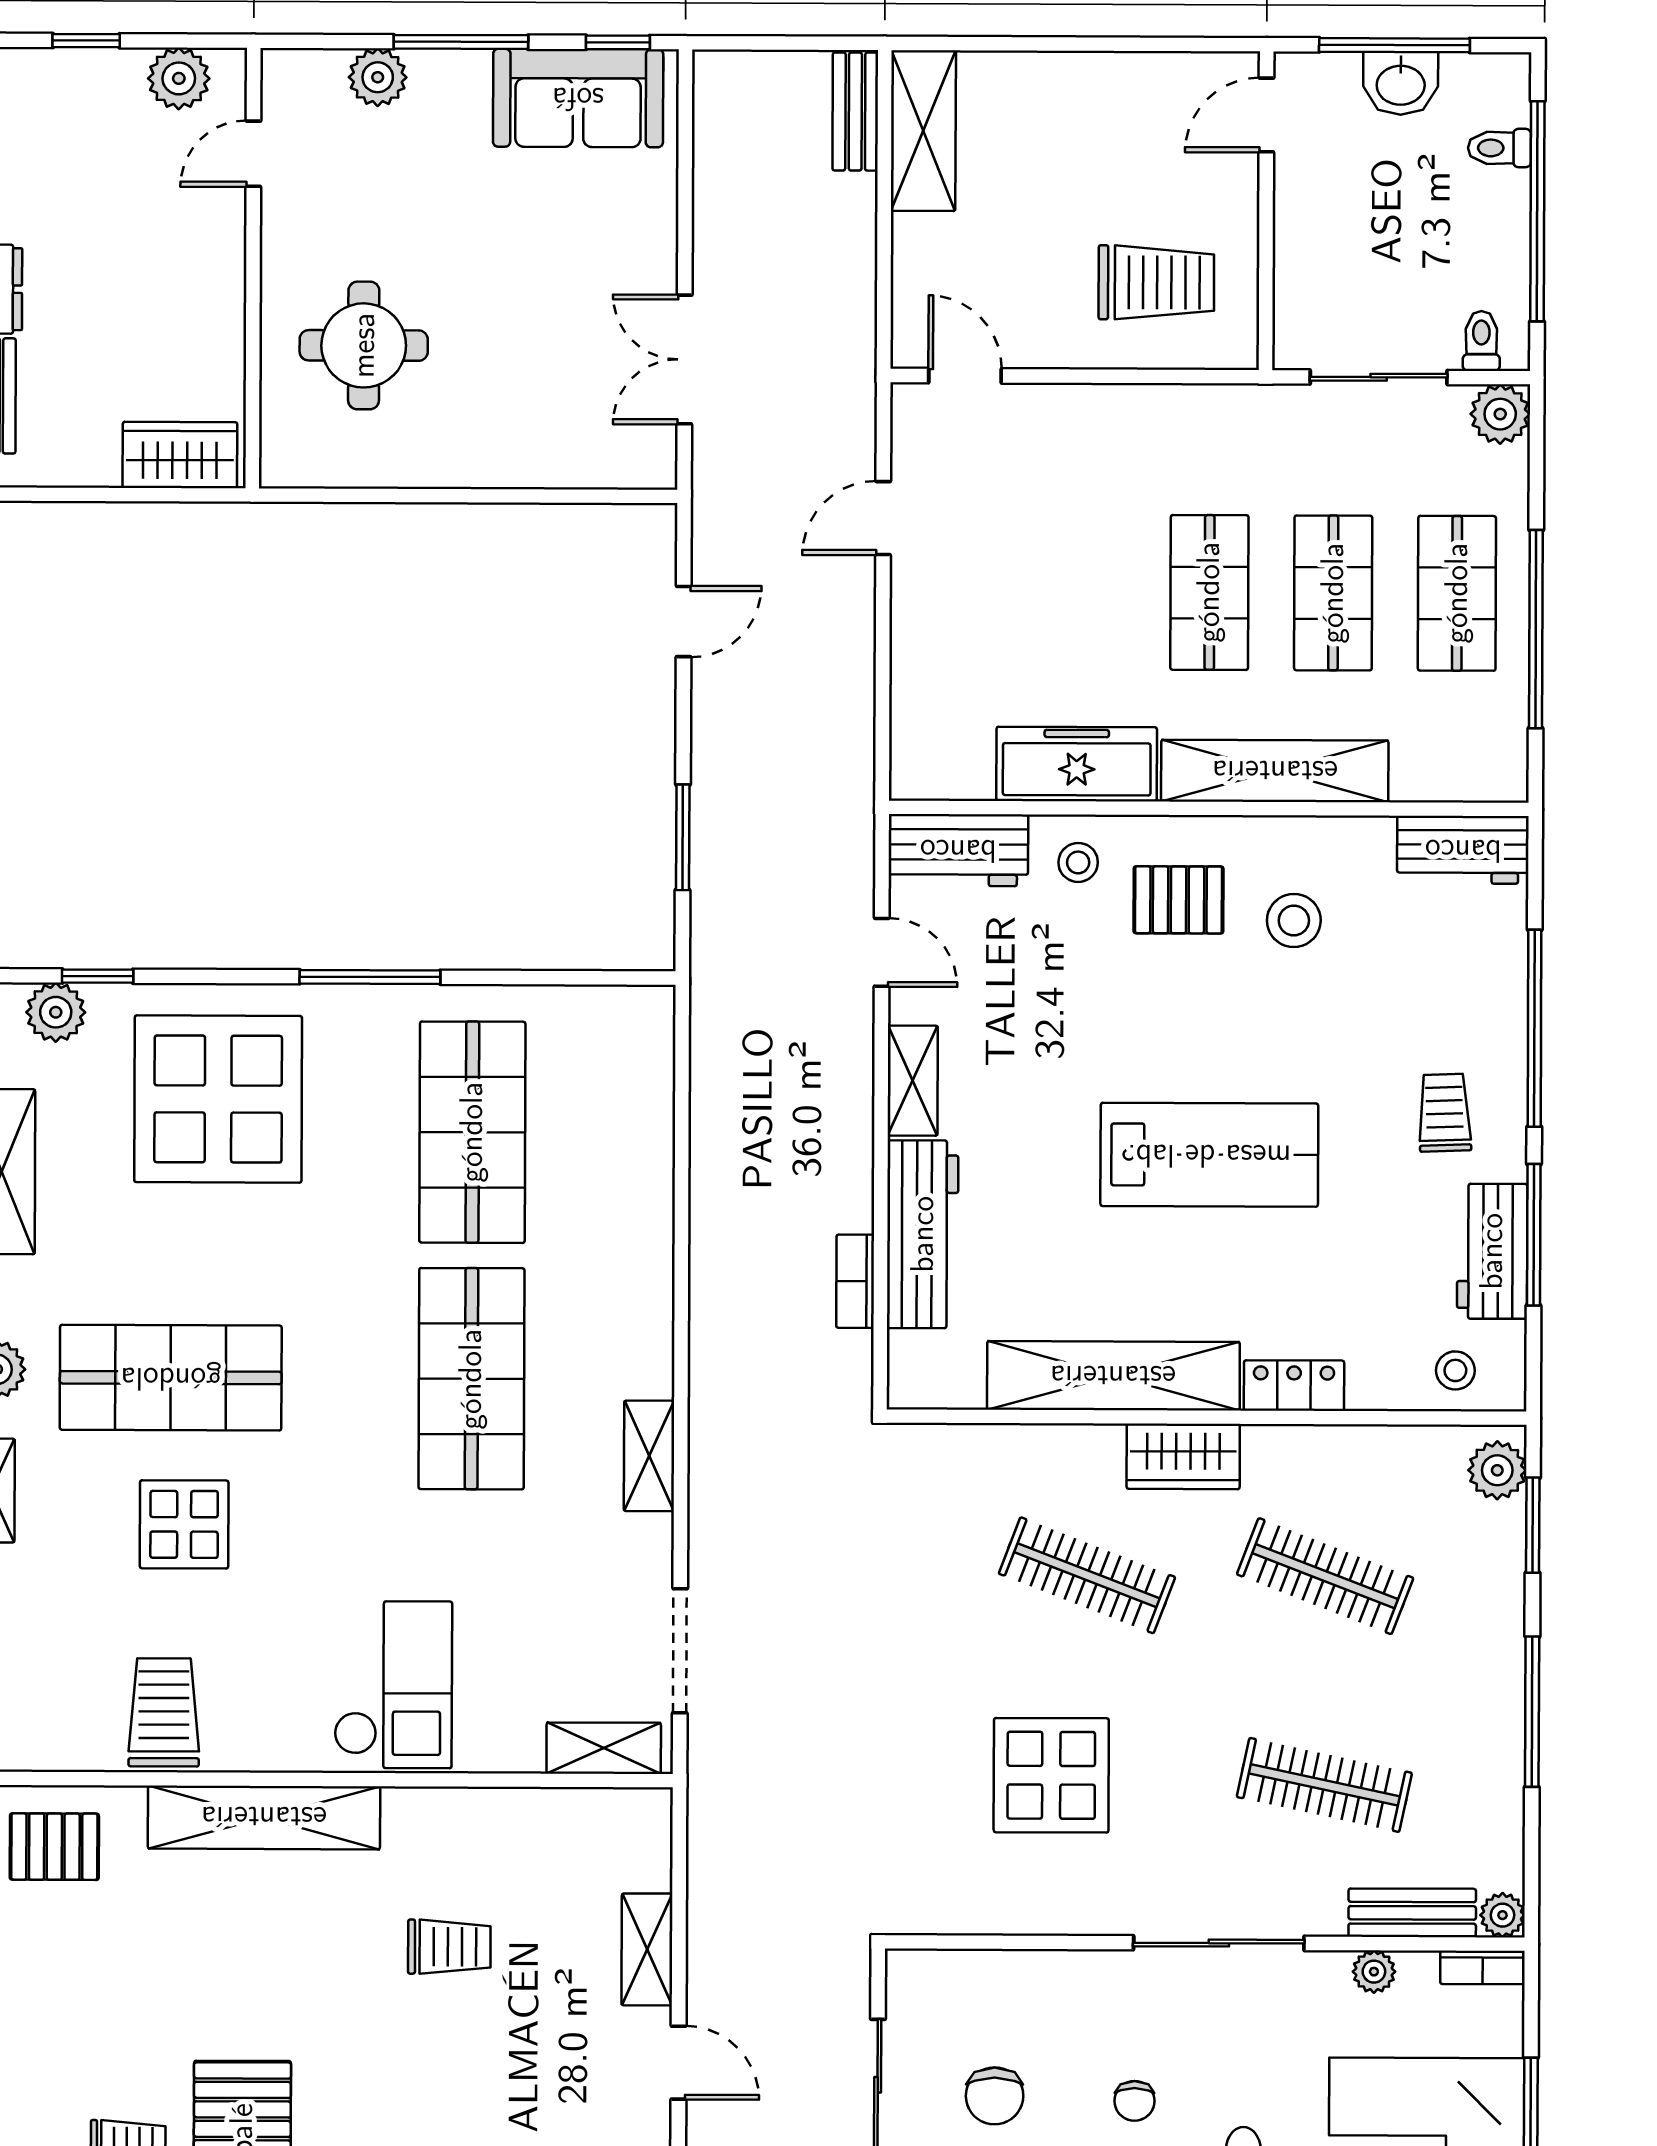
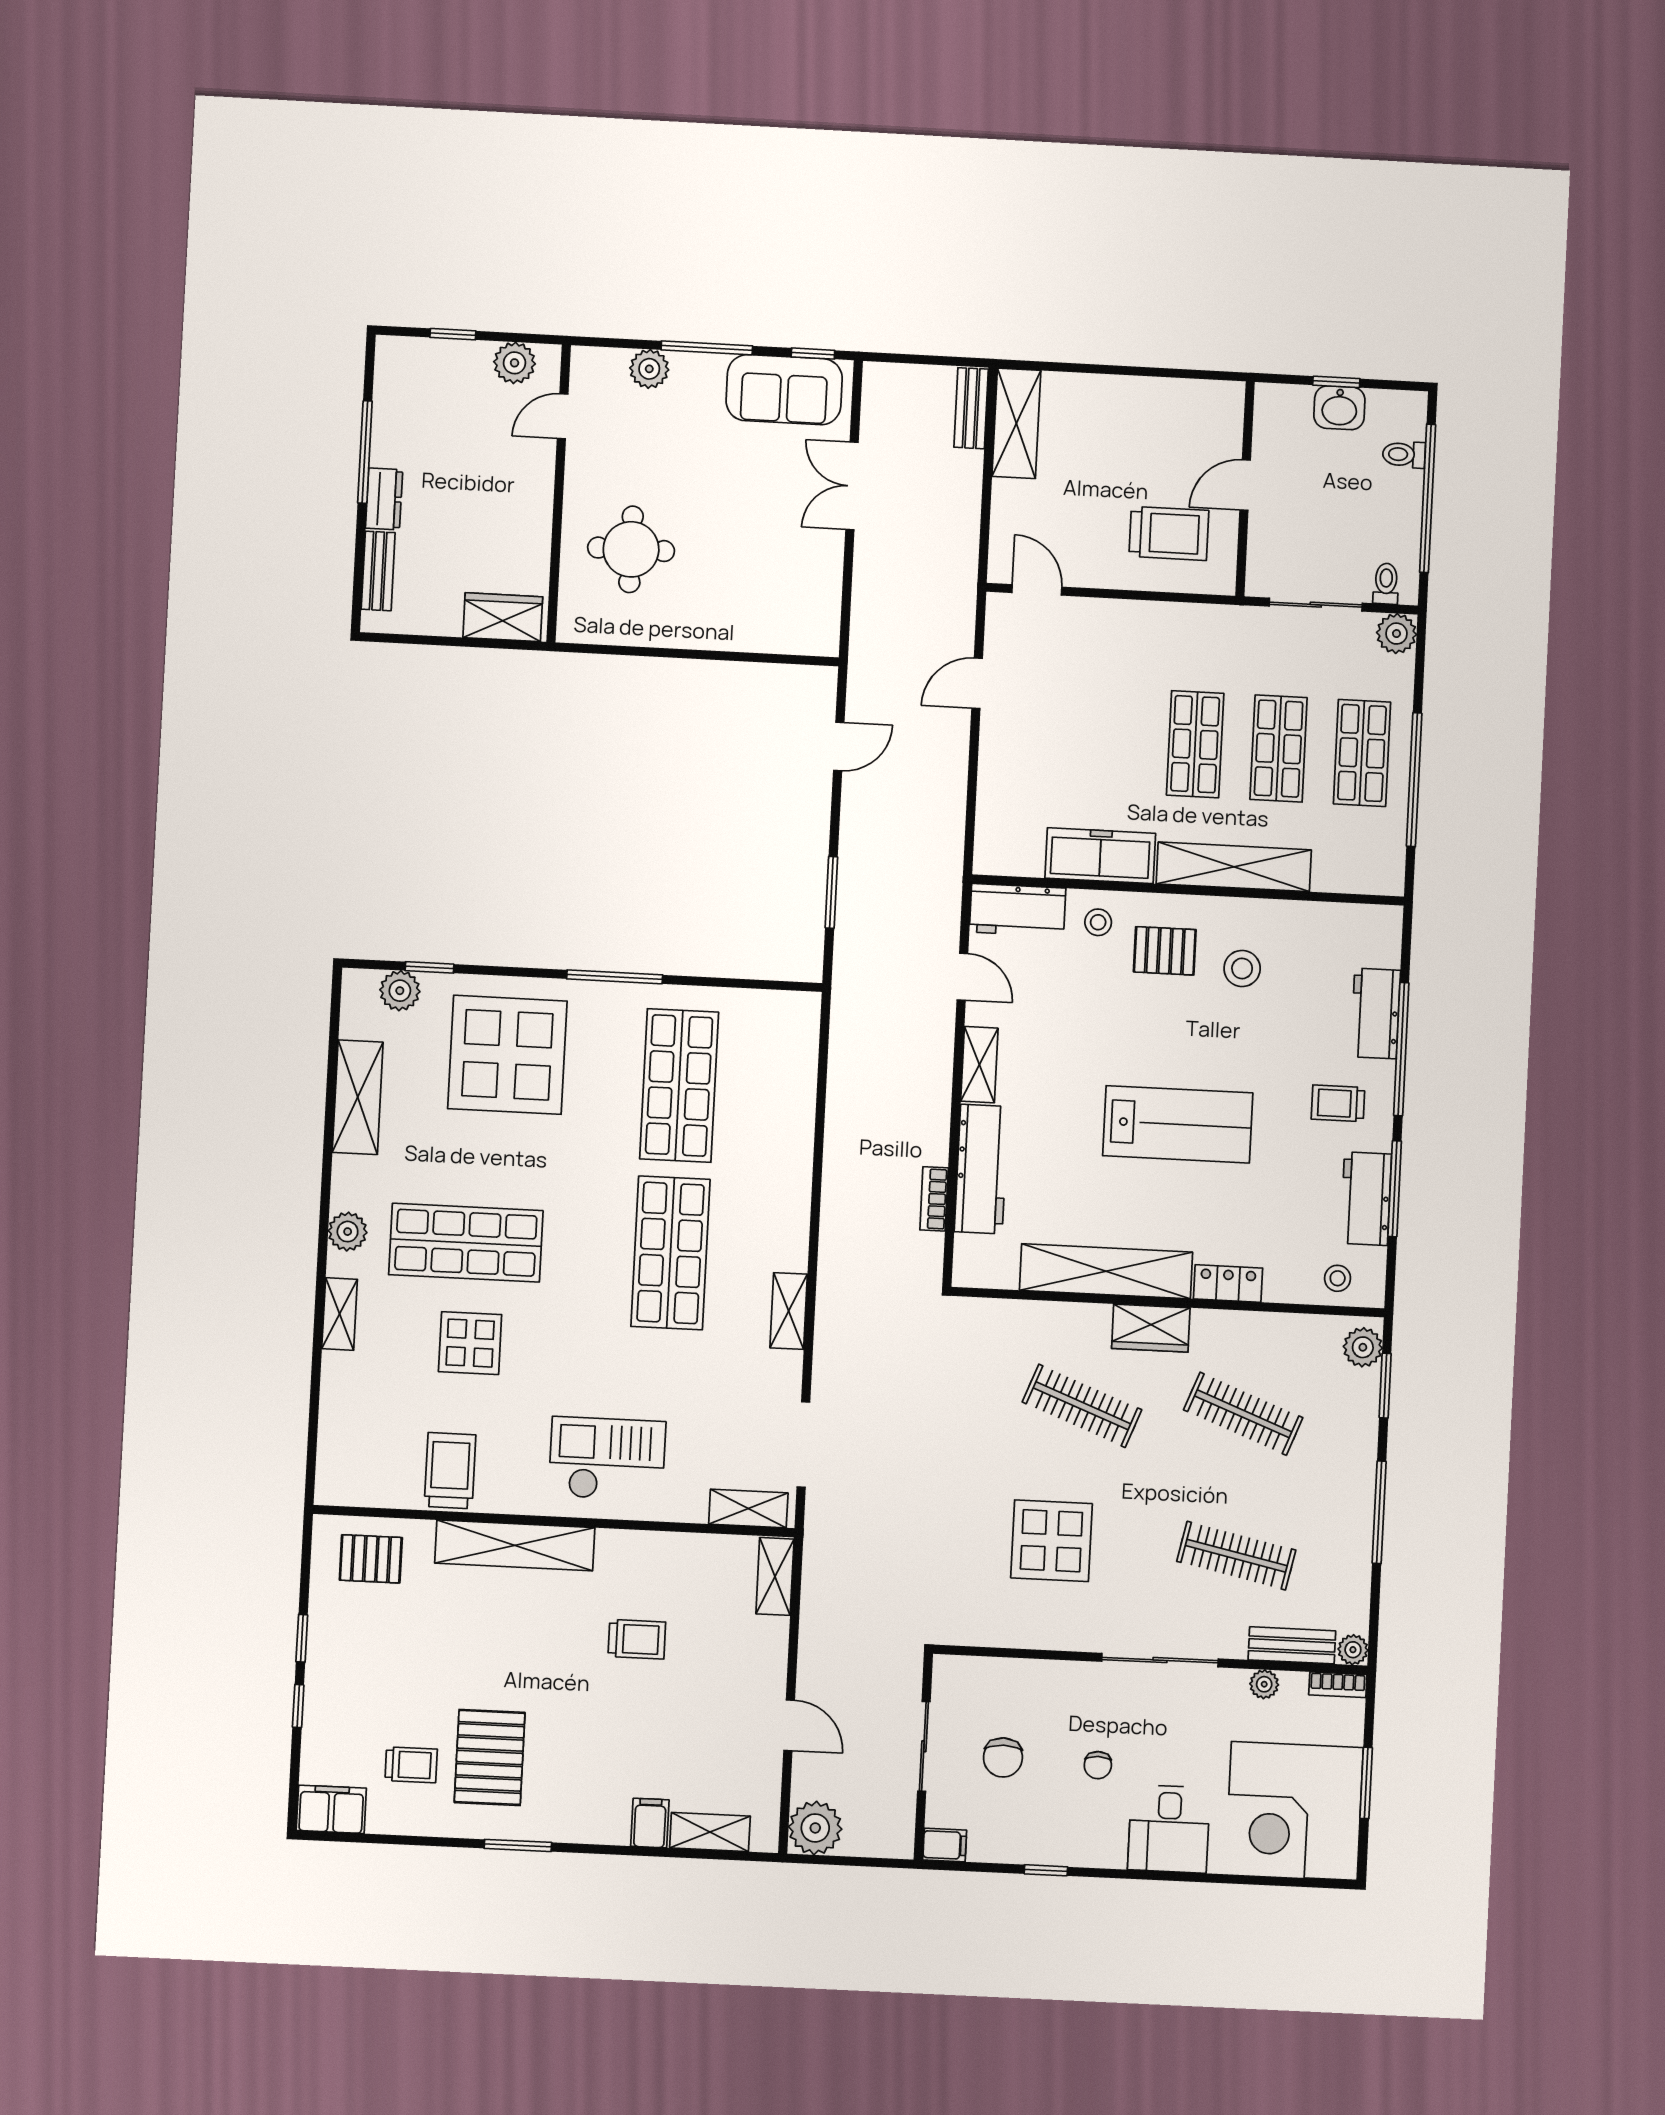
window: (1394, 45) -> (1336, 382), width x0.46
door: (1266, 115) -> (1245, 485), moved
double door: (684, 359) -> (852, 486), moved
workbench: (1463, 850) -> (1376, 1013), moved, turned 90
trolley: (1445, 1113) -> (1338, 1103), turned -88
checkout: (393, 1685) -> (607, 1459), turned -90
shelving: (647, 1949) -> (775, 1576), moved

